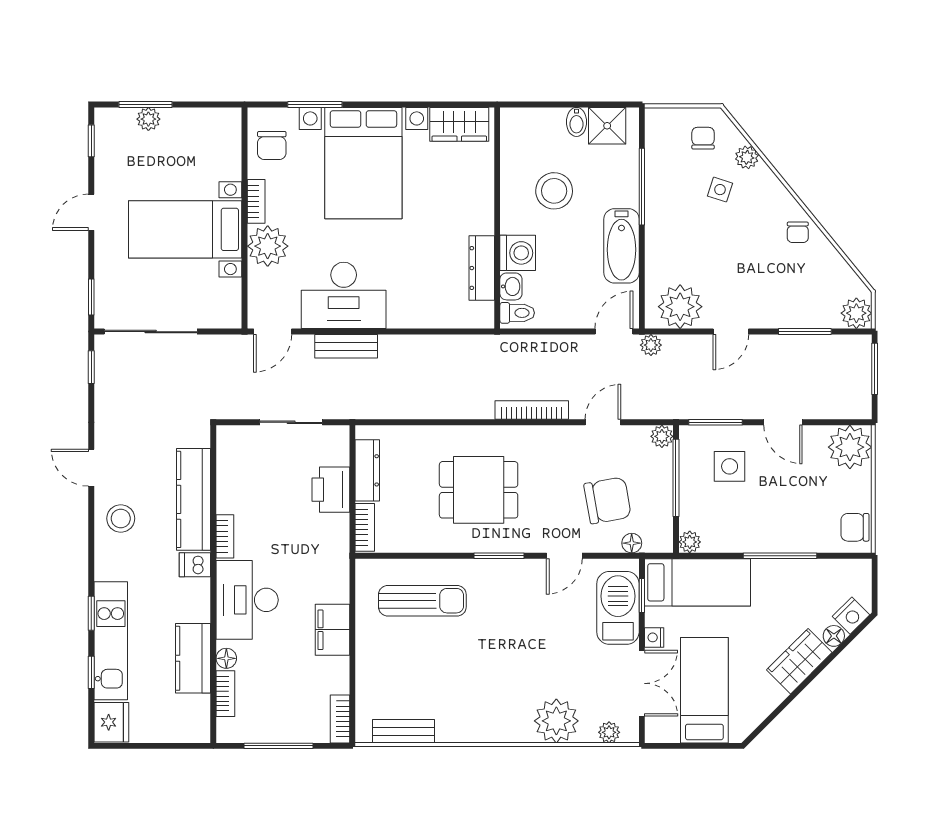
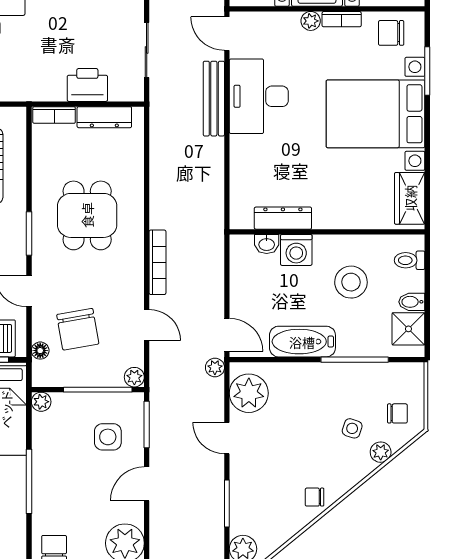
plant: (268, 246) -> (311, 21), width x0.53, depth x0.53
toilet: (517, 313) -> (410, 260), moved, turned 90
bench: (346, 346) -> (214, 99), width x1.36

